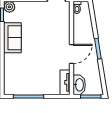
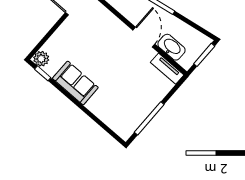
washbasin: (79, 85) -> (171, 47), moved

